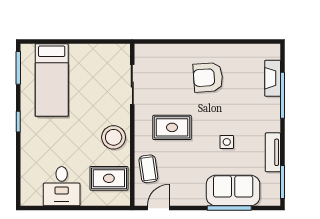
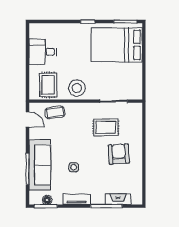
bed: (52, 80) -> (117, 45), width x1.50
rug: (172, 127) -> (106, 127), moved, turned 90
tv unit: (273, 152) -> (77, 199), moved
floor lamp: (274, 180) -> (47, 200), added
sofa: (233, 190) -> (40, 165), width x1.36

